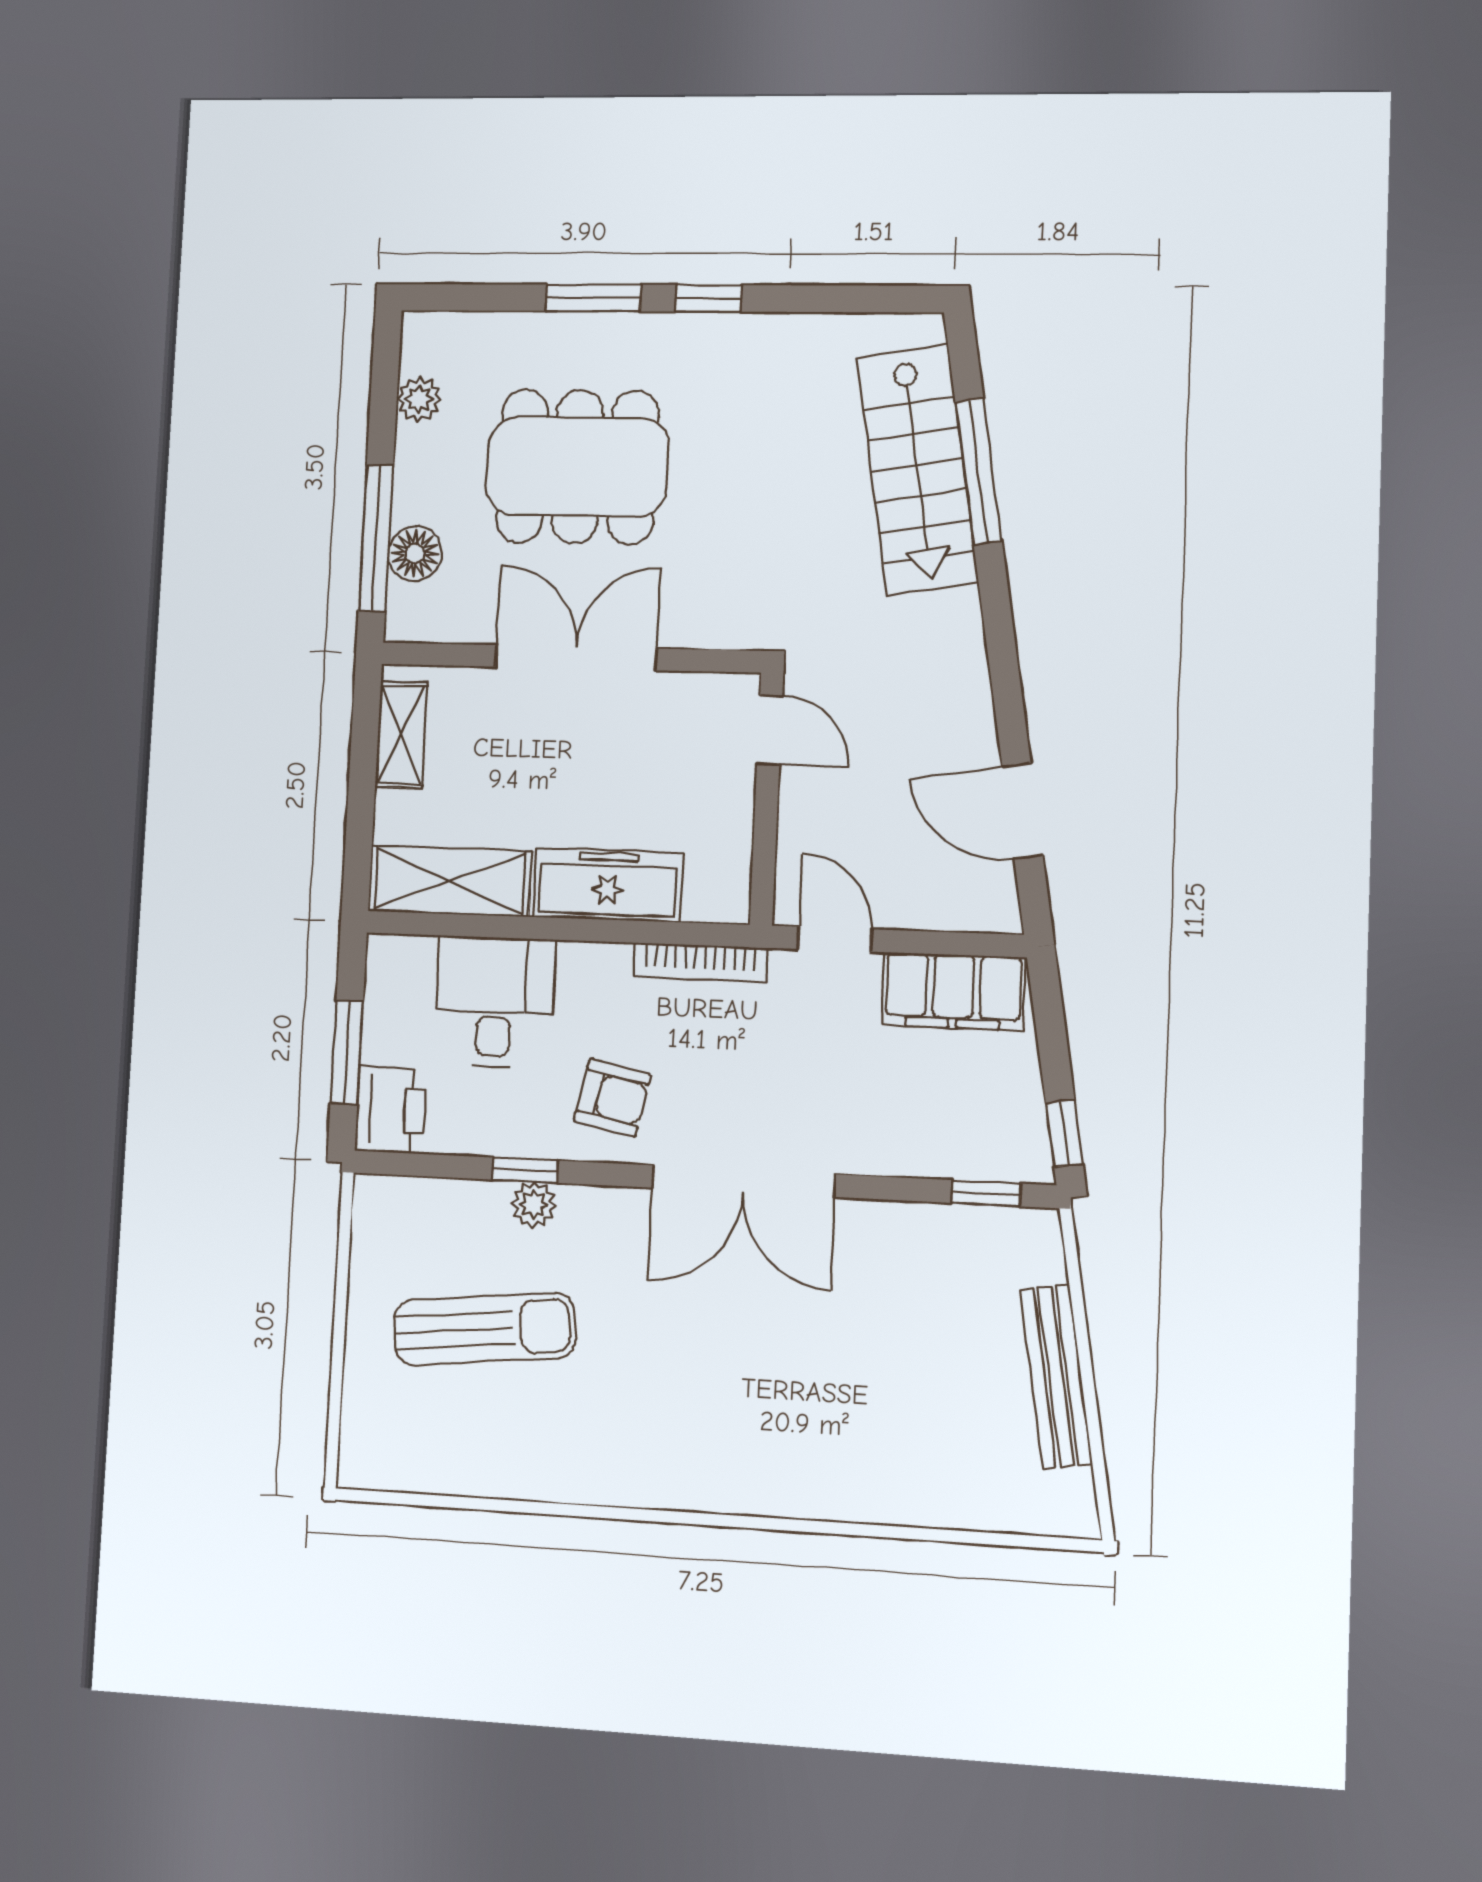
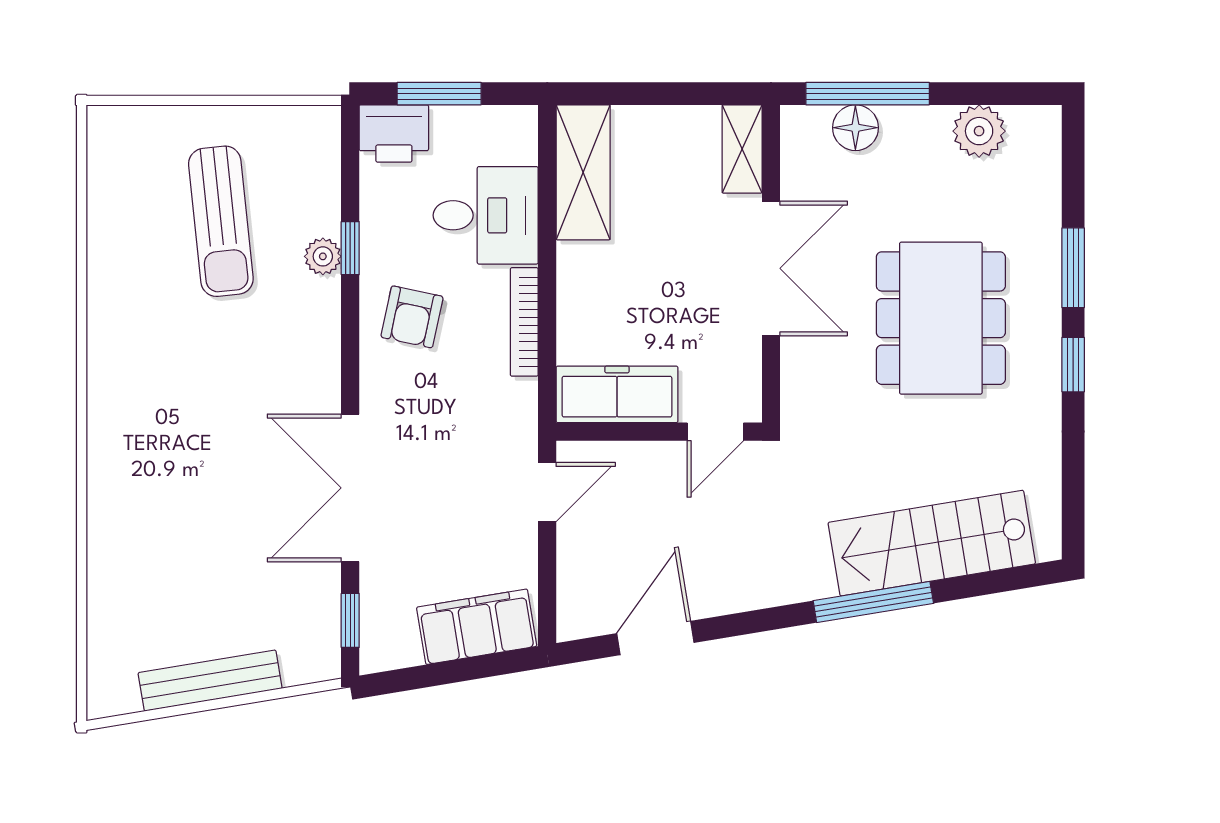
plant: (419, 399) -> (979, 131), width x1.38, depth x1.38
dining table: (577, 467) -> (941, 318), moved
window: (978, 471) -> (873, 602), moved
shelving: (401, 735) -> (742, 149), moved, turned 90
freezer: (608, 885) -> (617, 394), moved, turned -90
bookcase: (700, 962) -> (524, 322), moved
filing cabinet: (953, 991) -> (477, 627), moved, turned 81
window: (1064, 1134) -> (400, 680), removed
double door: (743, 1181) -> (350, 488), moved

